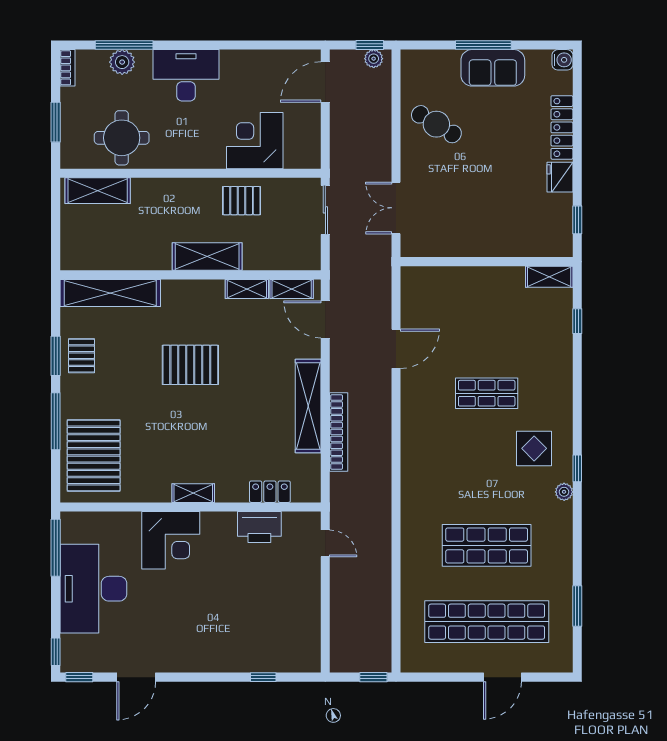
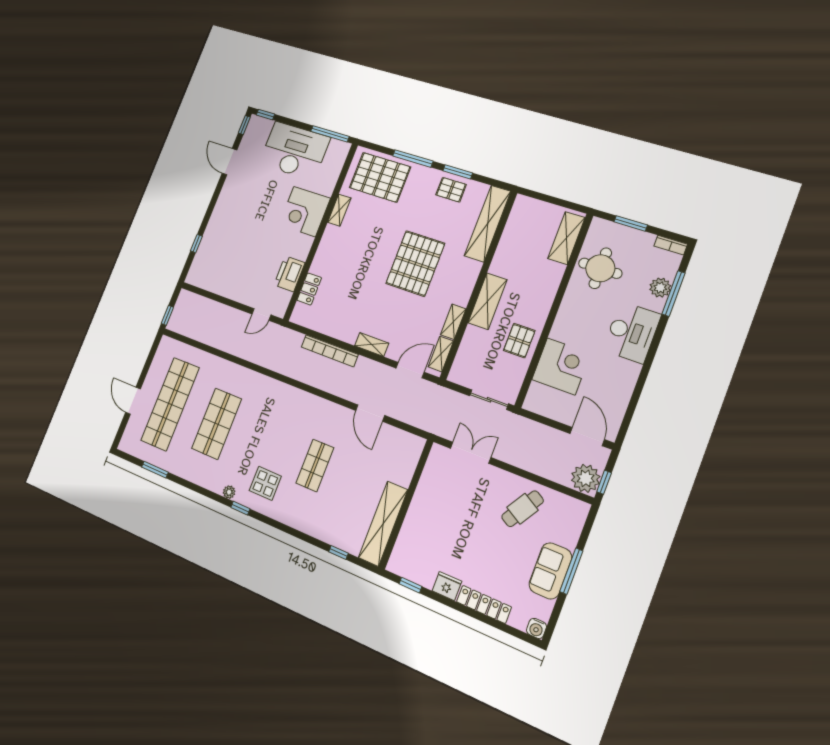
plant: (374, 59) -> (586, 478), width x1.88, depth x1.88
shelving: (549, 277) -> (383, 524), width x2.20, depth x1.33
pallet: (190, 365) -> (415, 263), width x1.37, depth x1.41
shelving: (308, 406) -> (372, 345), width x0.45, depth x0.75
shelving: (193, 493) -> (339, 210), moved

